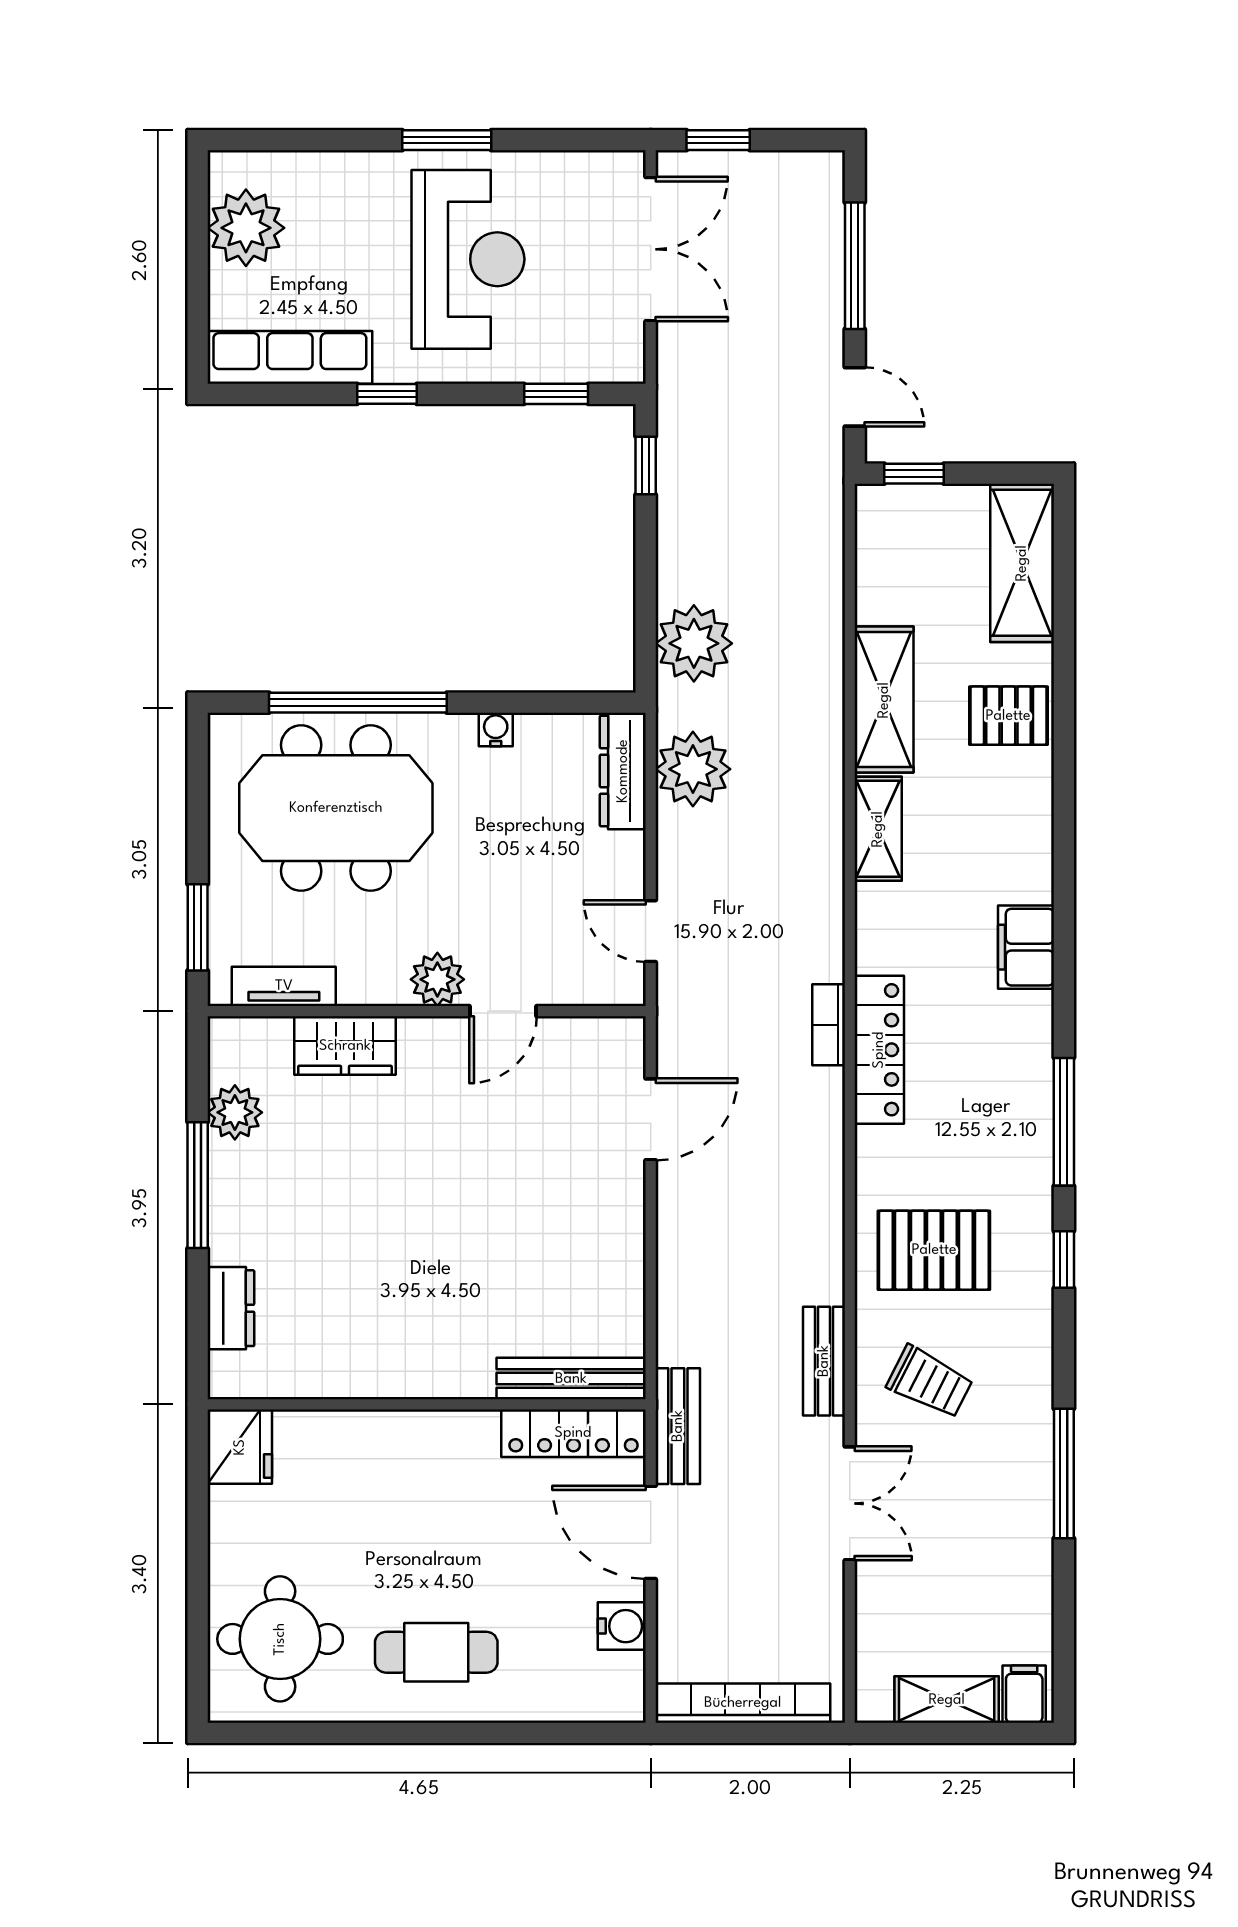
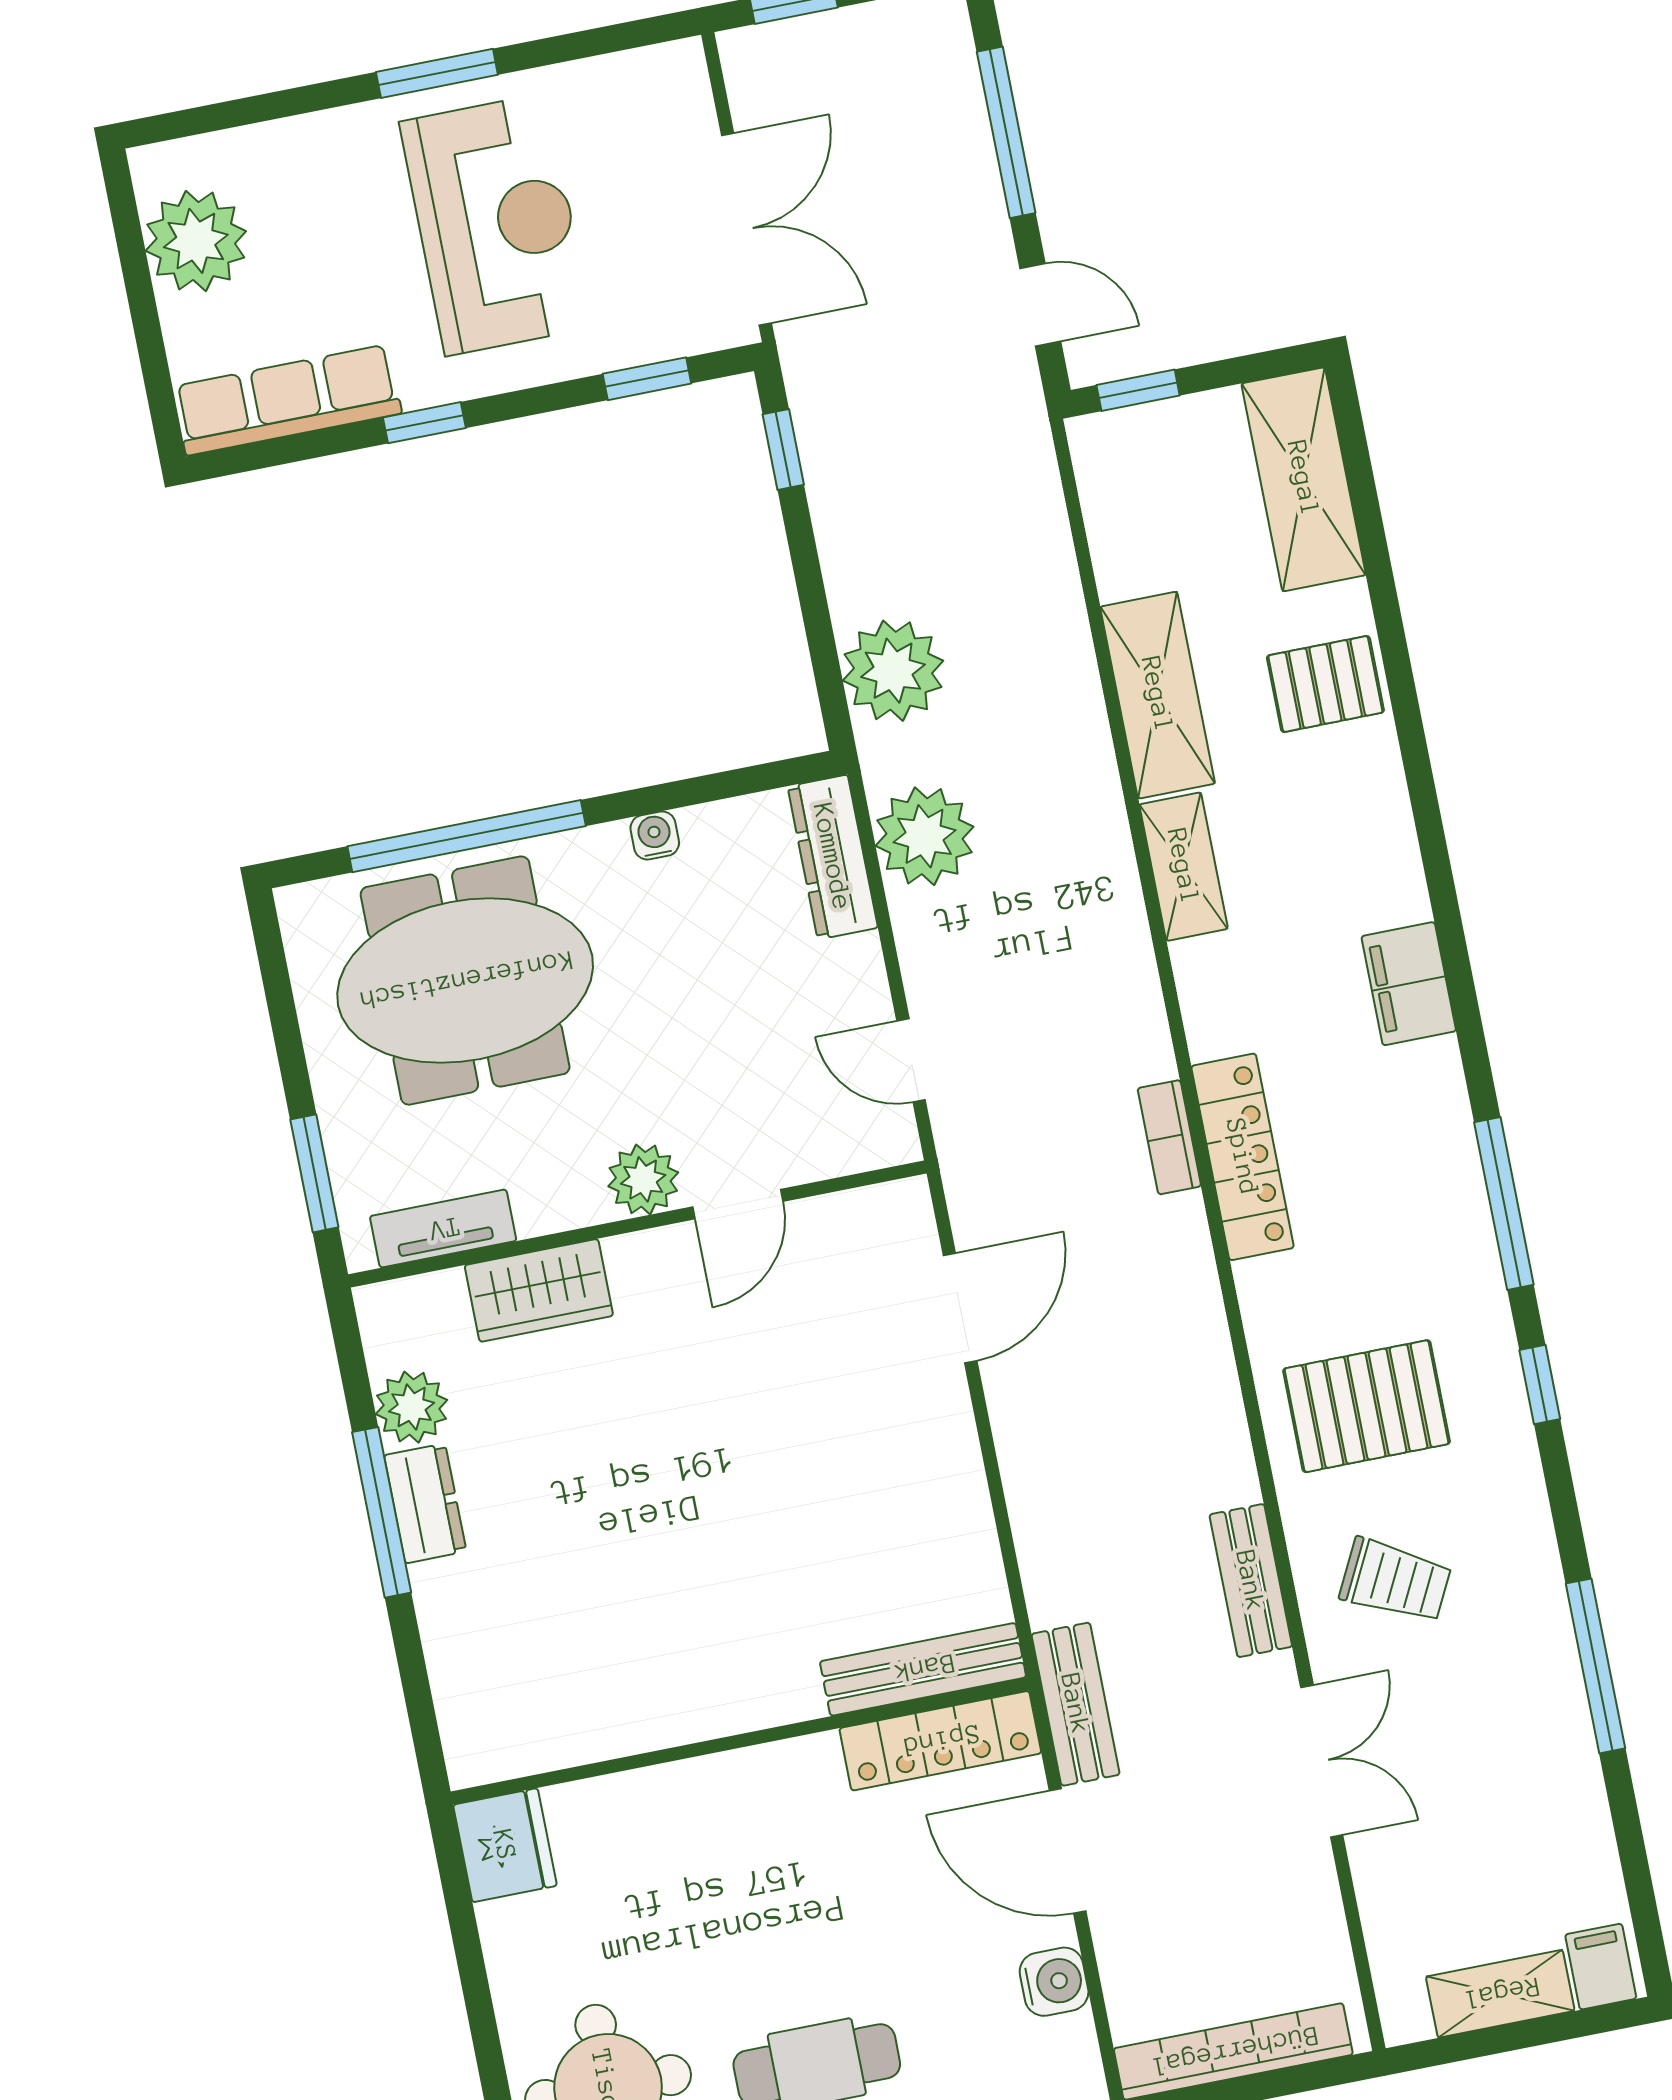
double door: (651, 249) -> (746, 229), moved
dresser: (231, 1308) -> (425, 1503), moved

